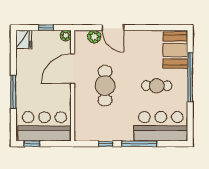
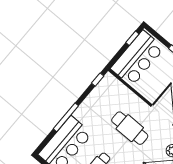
window: (106, 144) -> (98, 80), moved

